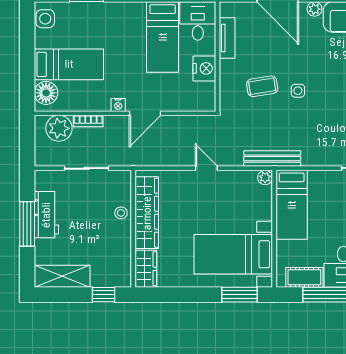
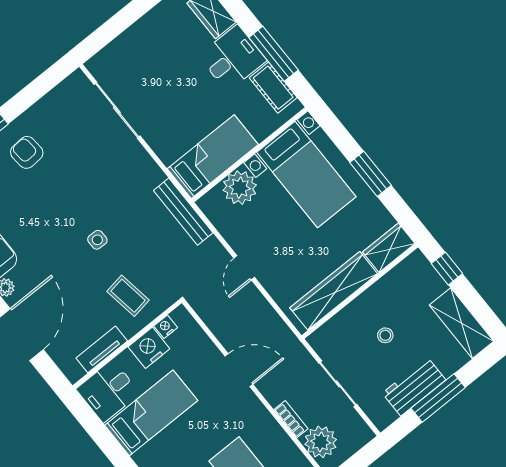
coffee table: (262, 86) -> (128, 296), moved
nightstand: (118, 105) -> (166, 327), moved, turned -90
plant: (265, 177) -> (240, 188), moved, width x1.87, depth x1.87
stool: (121, 213) -> (385, 335), moved
window: (240, 295) -> (370, 174), moved

